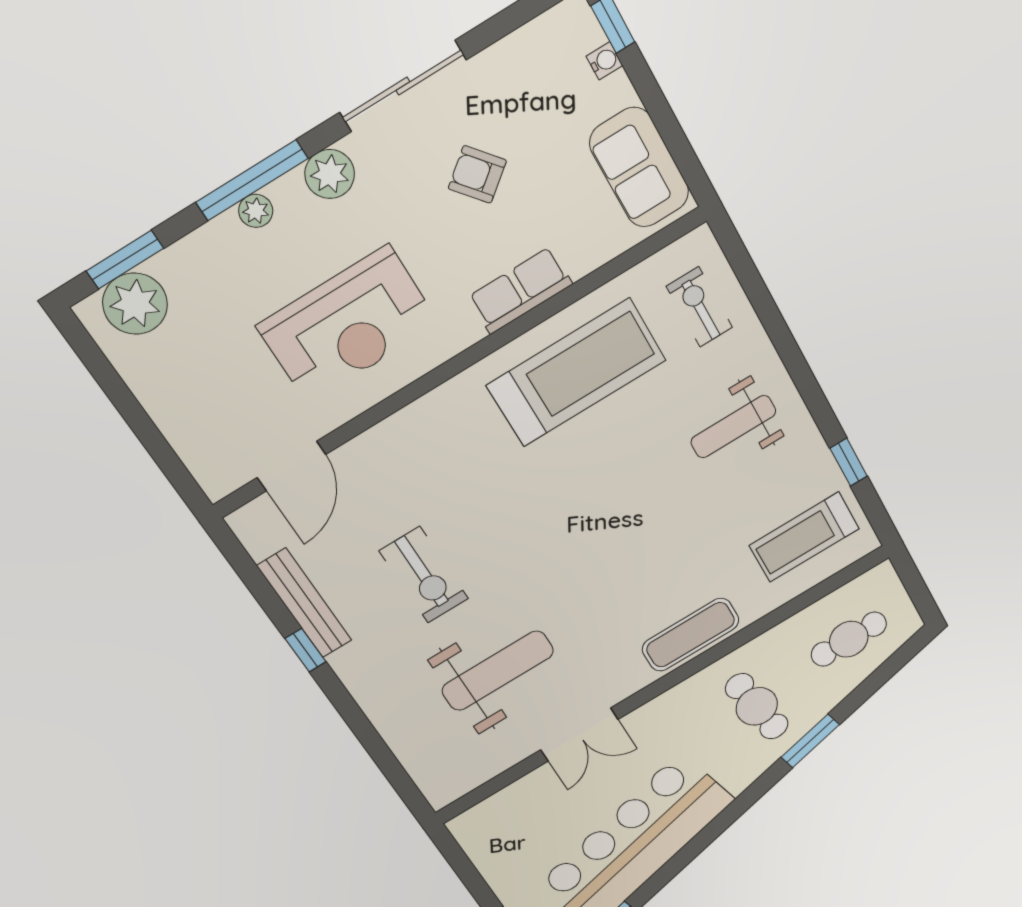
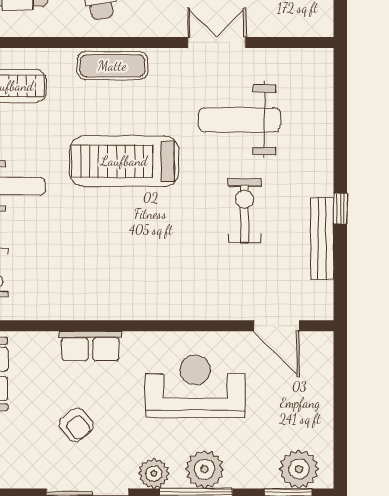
plant: (256, 211) -> (204, 469), width x1.87, depth x1.87
treadmill: (576, 373) -> (124, 161), moved
door: (291, 466) -> (276, 326), swing flipped

